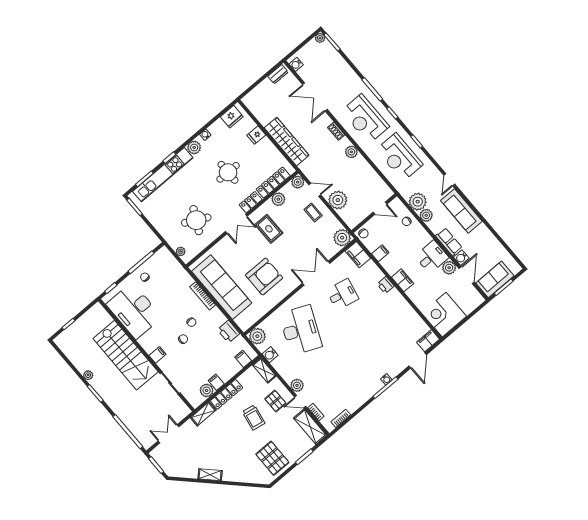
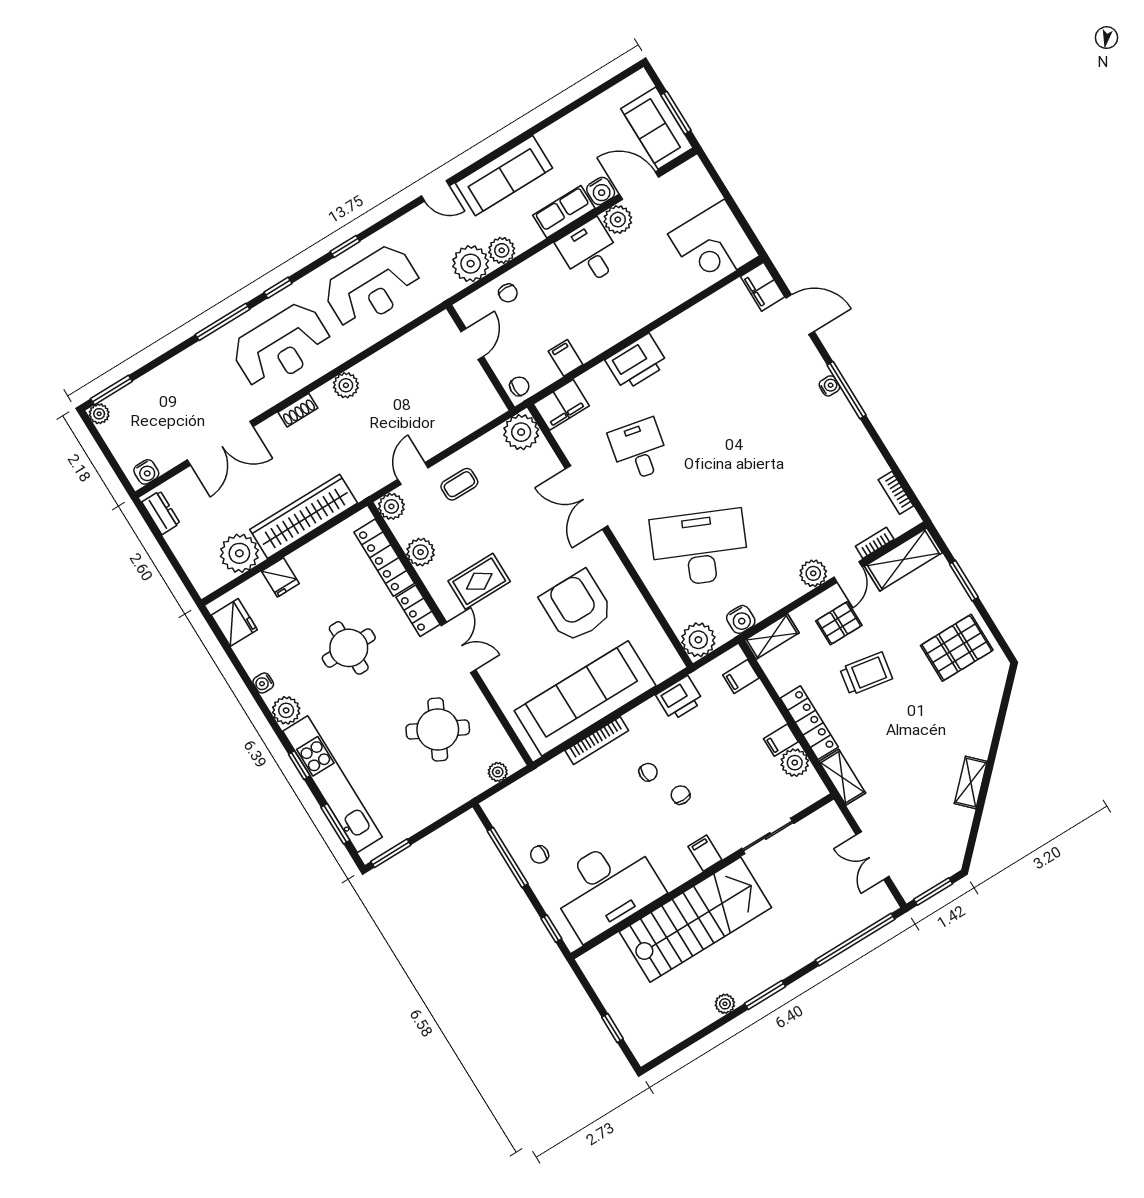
plant: (338, 200) -> (239, 553), moved
filing cabinet: (403, 280) -> (629, 320), removed
printer: (386, 285) -> (637, 362), width x1.87, depth x1.48

